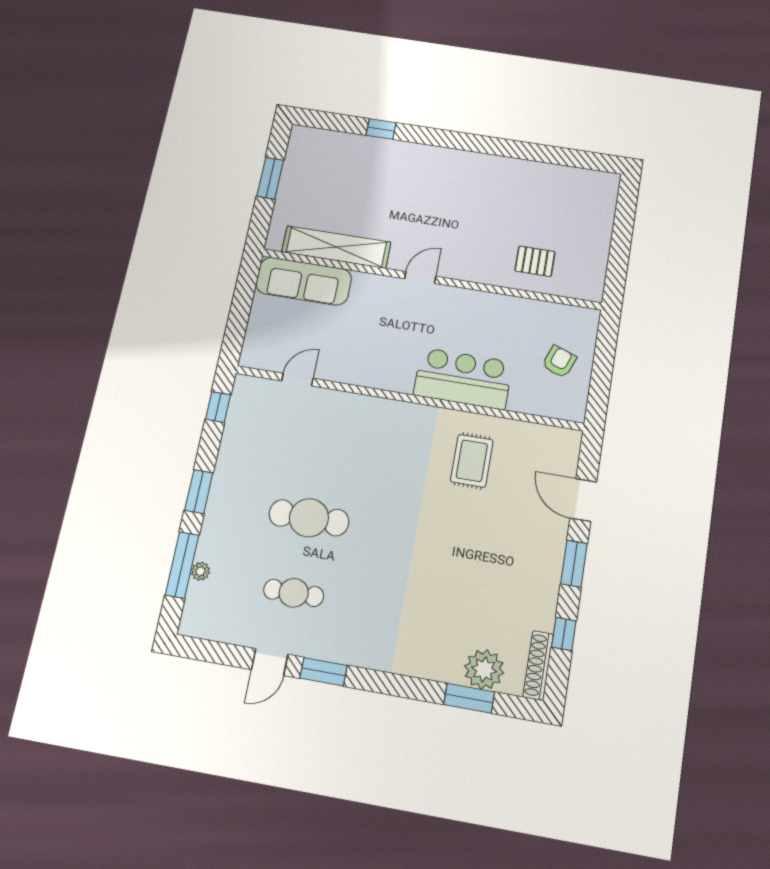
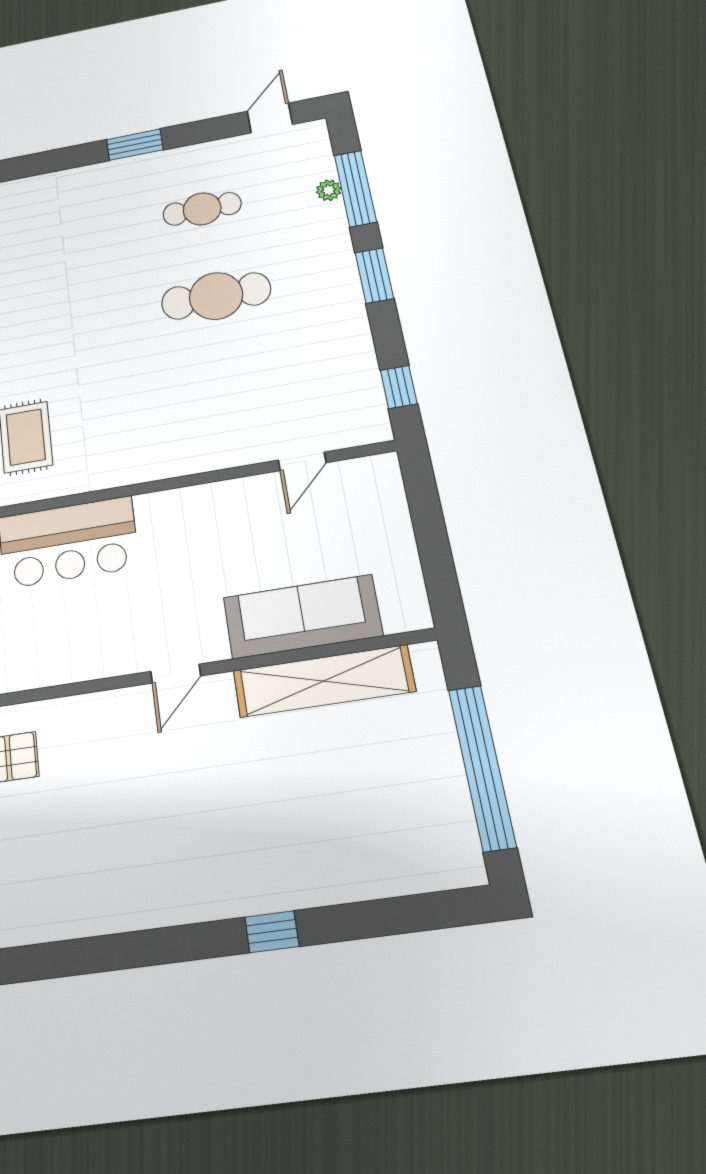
window: (381, 129) -> (272, 932), moved
window: (270, 178) -> (482, 767), width x2.11
sofa: (304, 281) -> (302, 617), moved
door: (270, 662) -> (270, 118), moved

